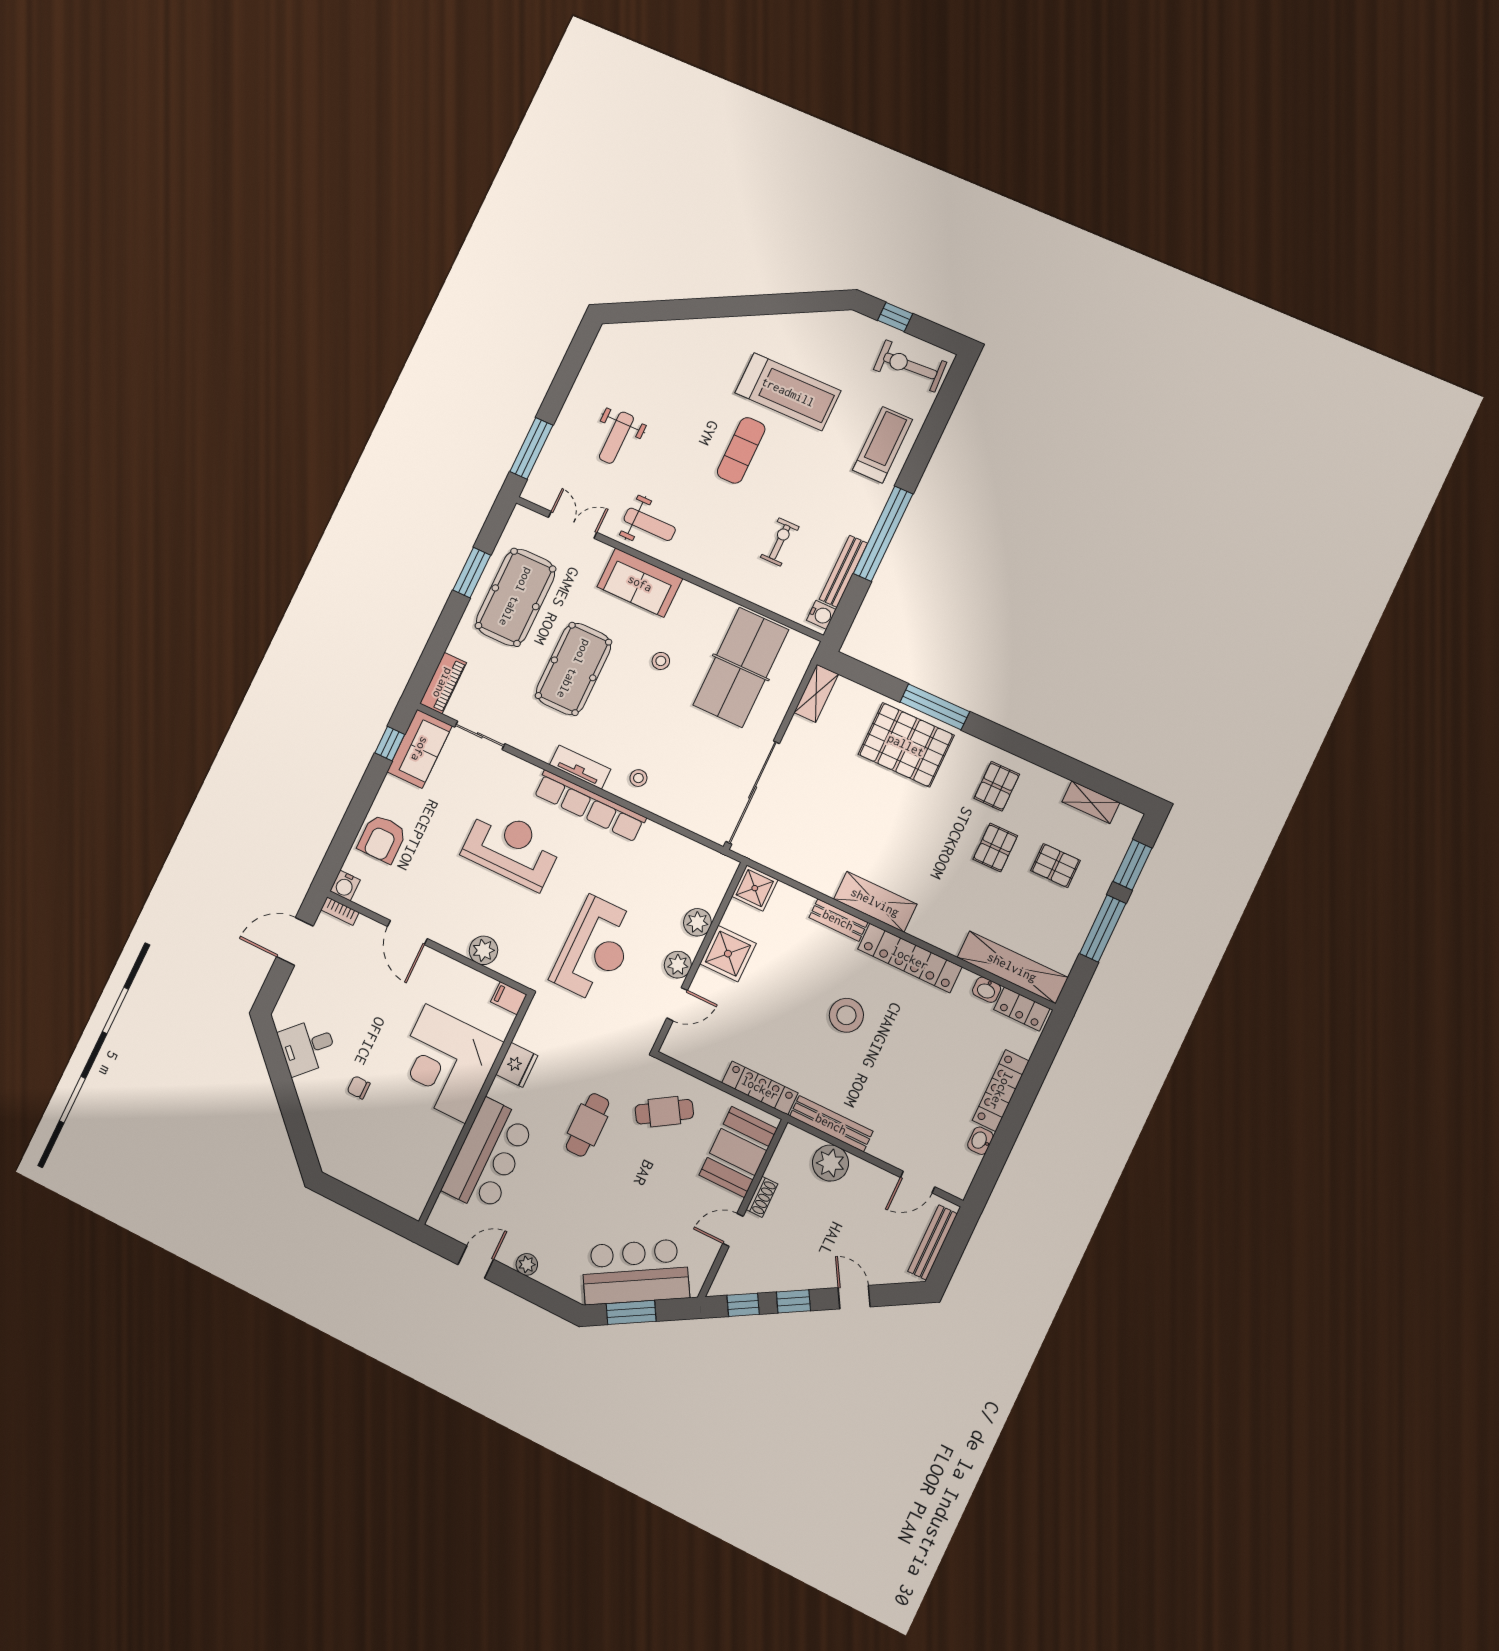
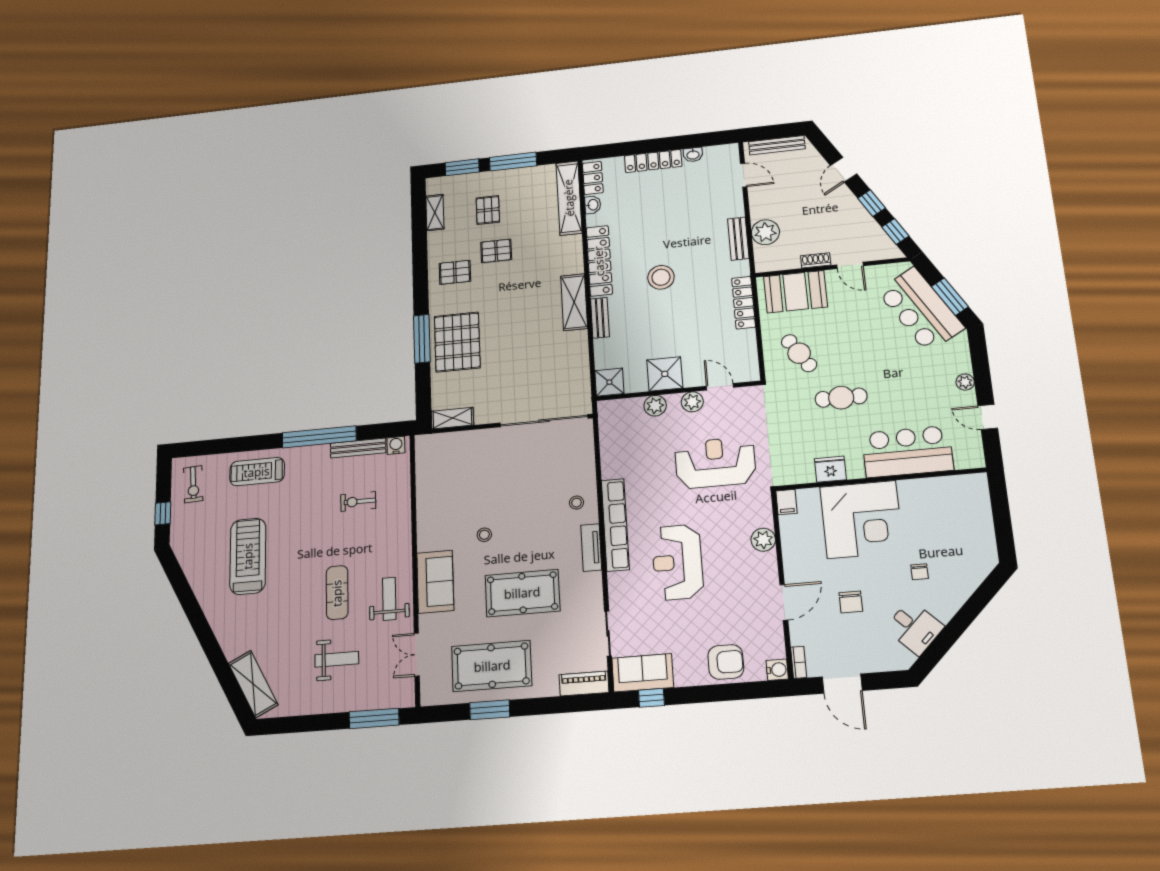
shelving: (641, 336) -> (253, 684), added
exercise bike: (910, 366) -> (193, 484), width x0.73, depth x0.72
exercise mat: (741, 450) -> (337, 593), moved, turned 90
table tennis table: (741, 667) -> (460, 478), removed
chair: (369, 1000) -> (851, 602), added
bench: (831, 1124) -> (738, 239), width x0.73

